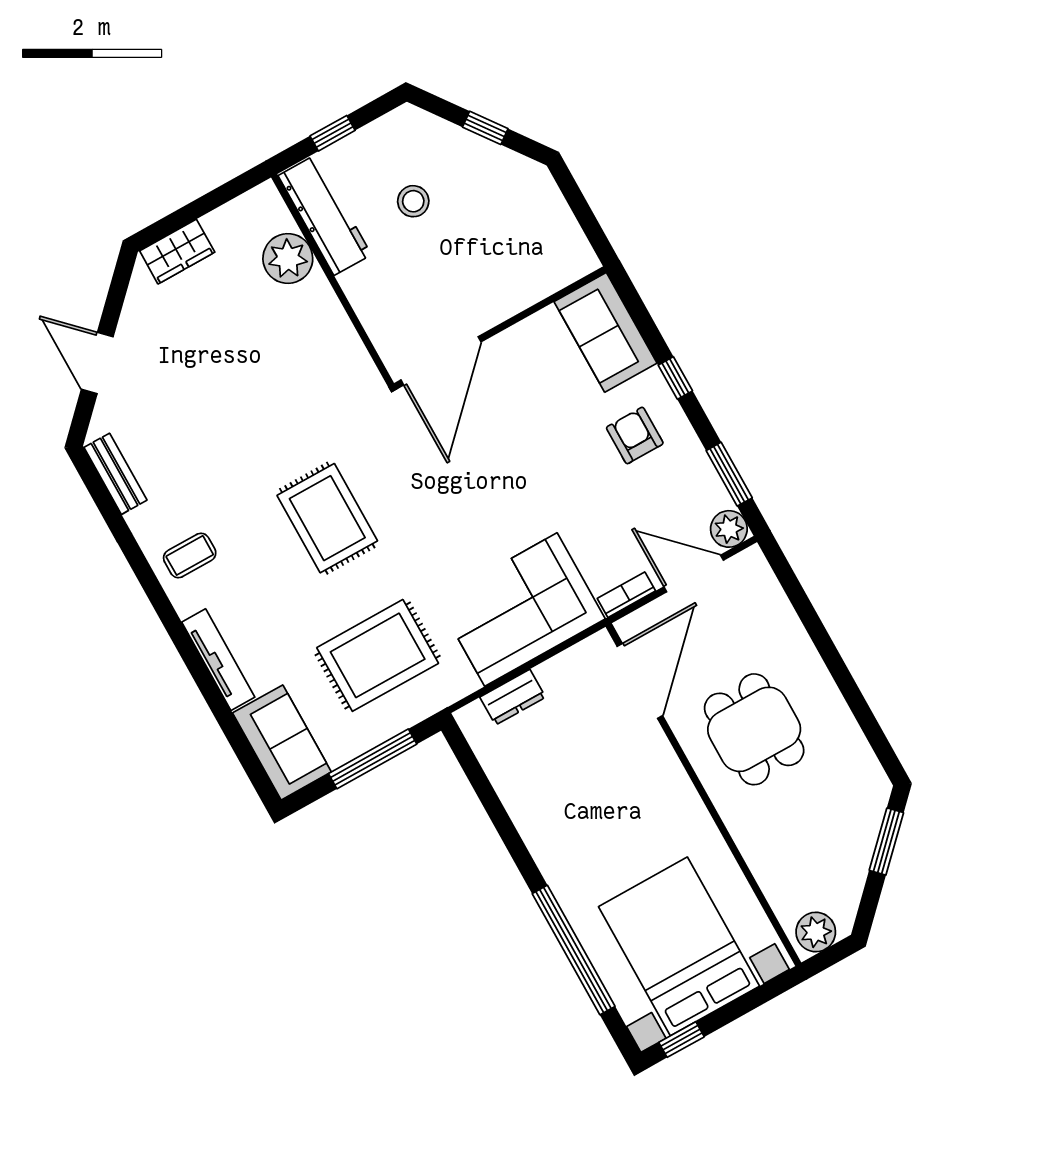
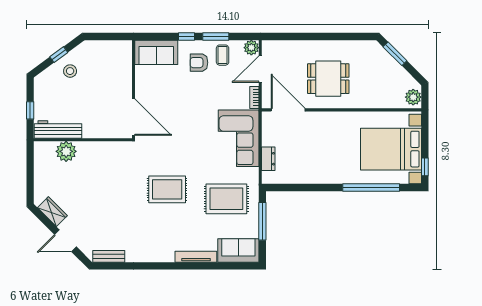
stool: (413, 201) -> (70, 71), moved
wardrobe: (177, 252) -> (52, 212), moved, turned -45
window: (729, 474) -> (216, 37), moved
coffee table: (190, 555) -> (223, 55), moved
rug: (378, 655) -> (226, 199), turned 90

